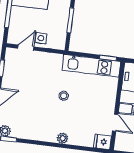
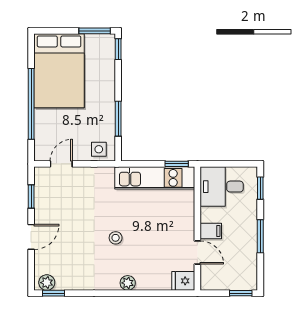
side table: (41, 38) -> (99, 149), moved
stool: (64, 96) -> (116, 238), moved

